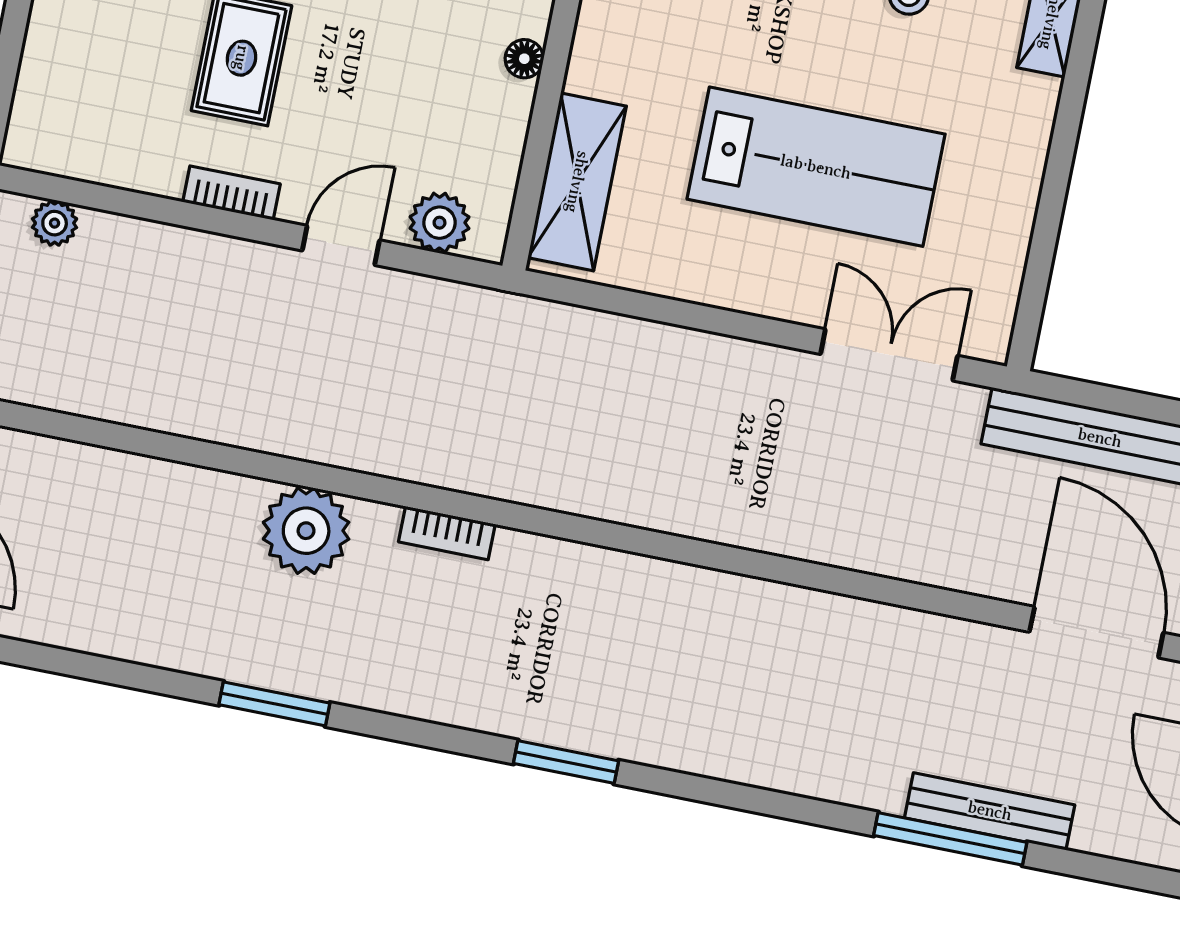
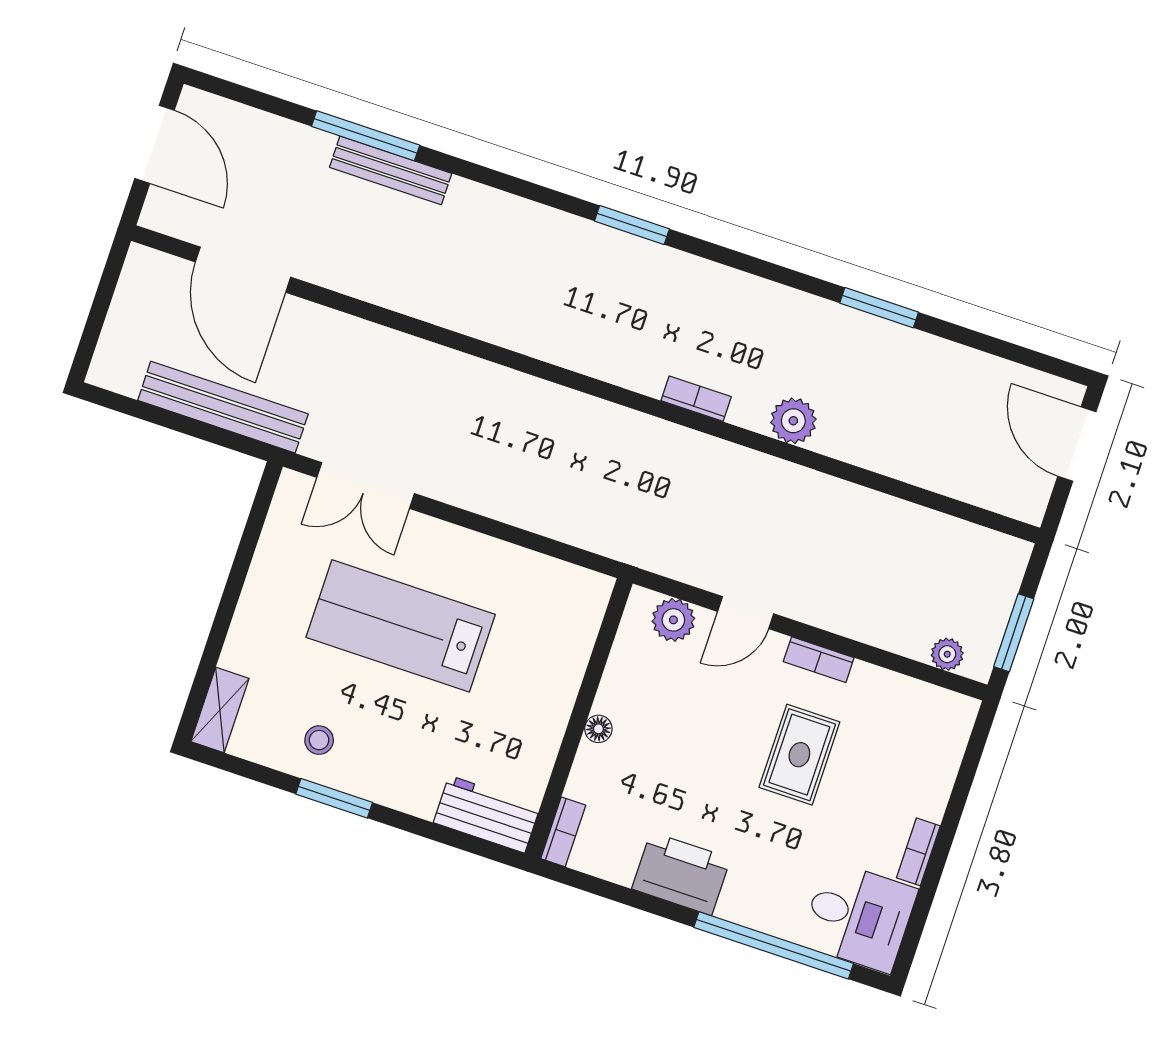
shelving: (577, 182) -> (572, 637), removed
plant: (306, 531) -> (793, 421), width x0.73, depth x0.73
window: (274, 704) -> (879, 308), moved
bench: (990, 811) -> (391, 170), moved

